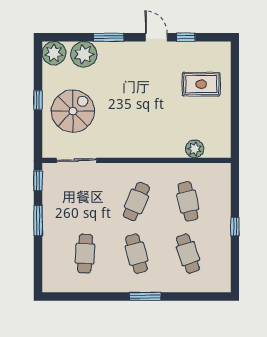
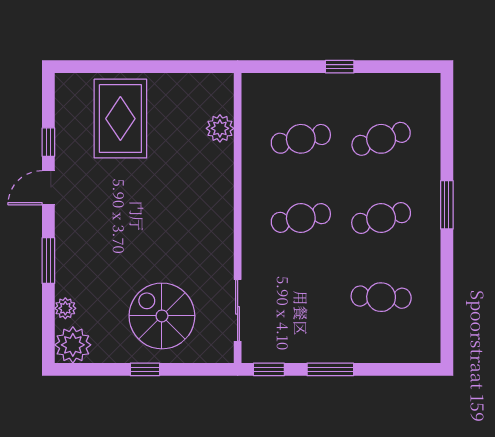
plant: (84, 54) -> (65, 308), width x0.53, depth x0.53
rug: (201, 84) -> (120, 119), width x1.36, depth x1.43
cafe table: (136, 201) -> (301, 218), turned -36

